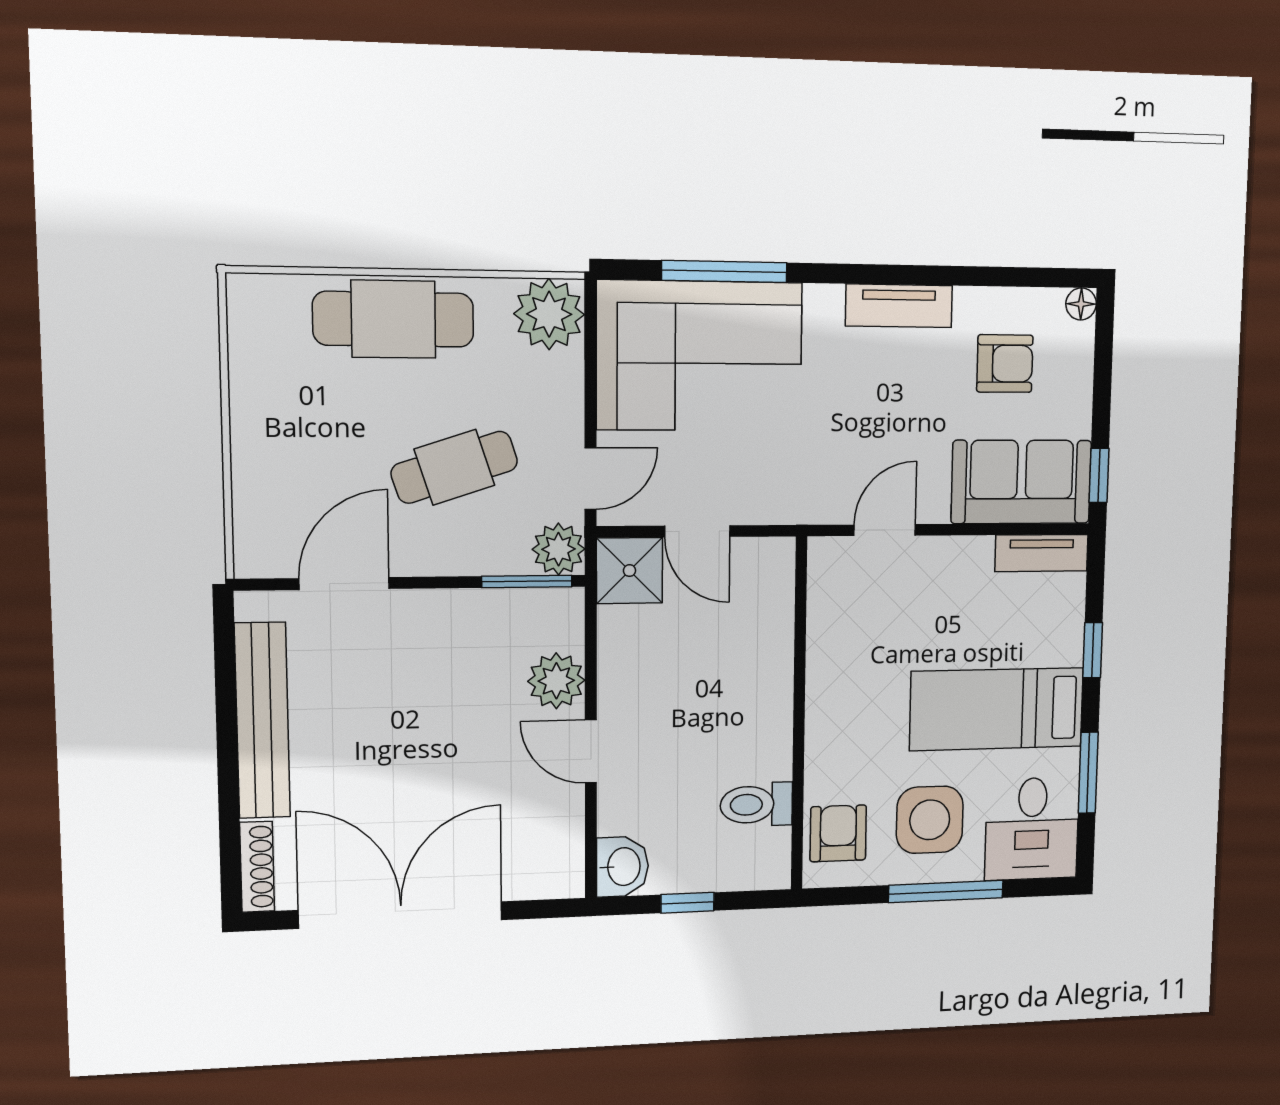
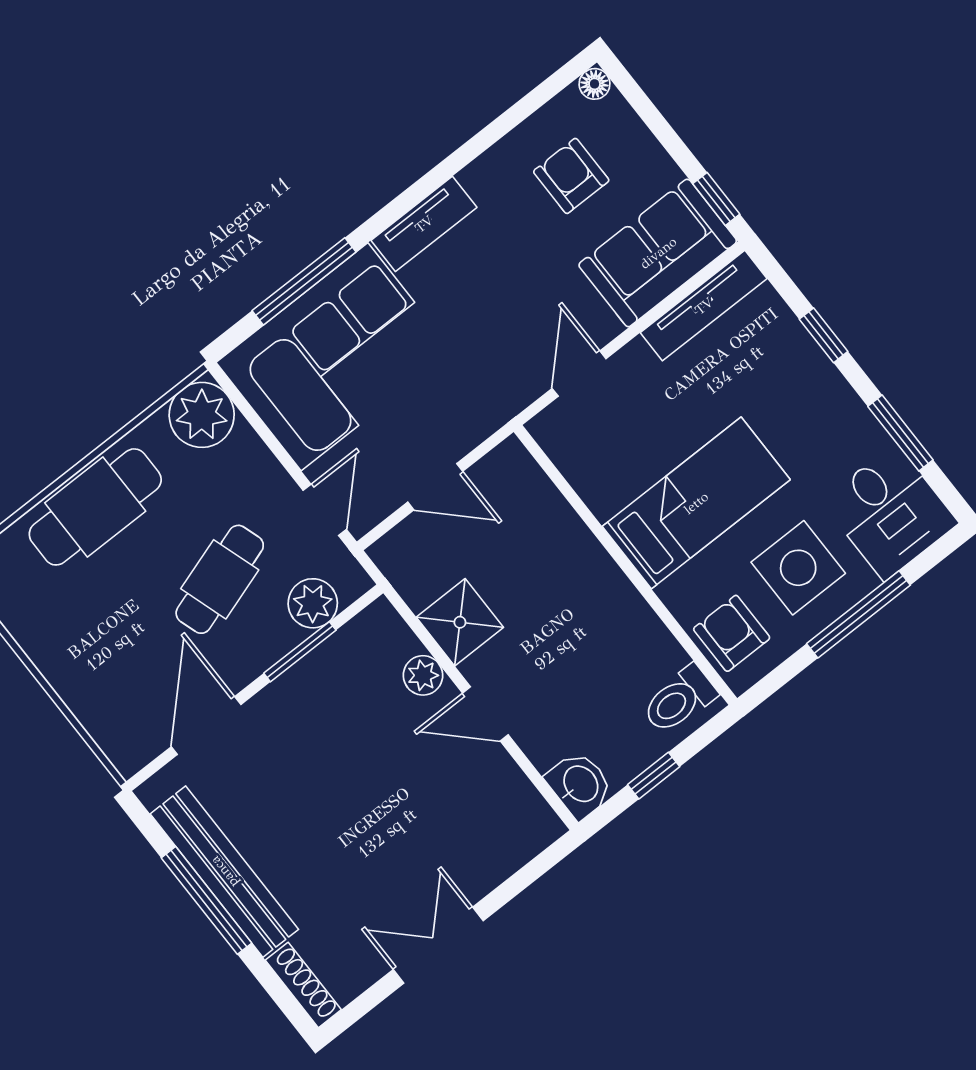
tv unit: (899, 306) -> (424, 224), moved
armchair: (1005, 364) -> (571, 176), turned -90
plant: (559, 549) -> (313, 603), moved
tv unit: (1042, 553) -> (704, 306), width x1.41
shower: (629, 571) -> (460, 622), moved
window: (527, 581) -> (300, 652), moved
plant: (556, 681) -> (423, 675), width x0.73, depth x0.73
bed: (997, 709) -> (696, 503), moved, turned 180
window: (227, 734) -> (207, 900), added
toilet: (756, 804) -> (679, 700), moved
double door: (401, 915) -> (438, 945), width x0.54

